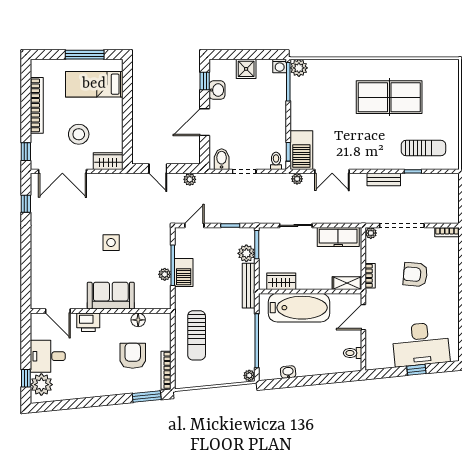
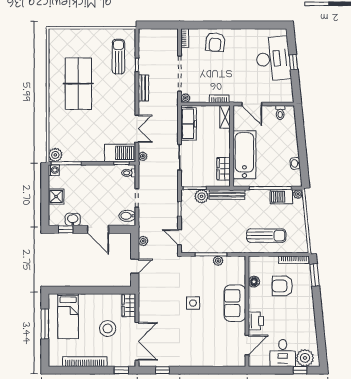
barbecue: (184, 272) -> (281, 197), moved, turned 180
armchair: (415, 275) -> (215, 42), moved

